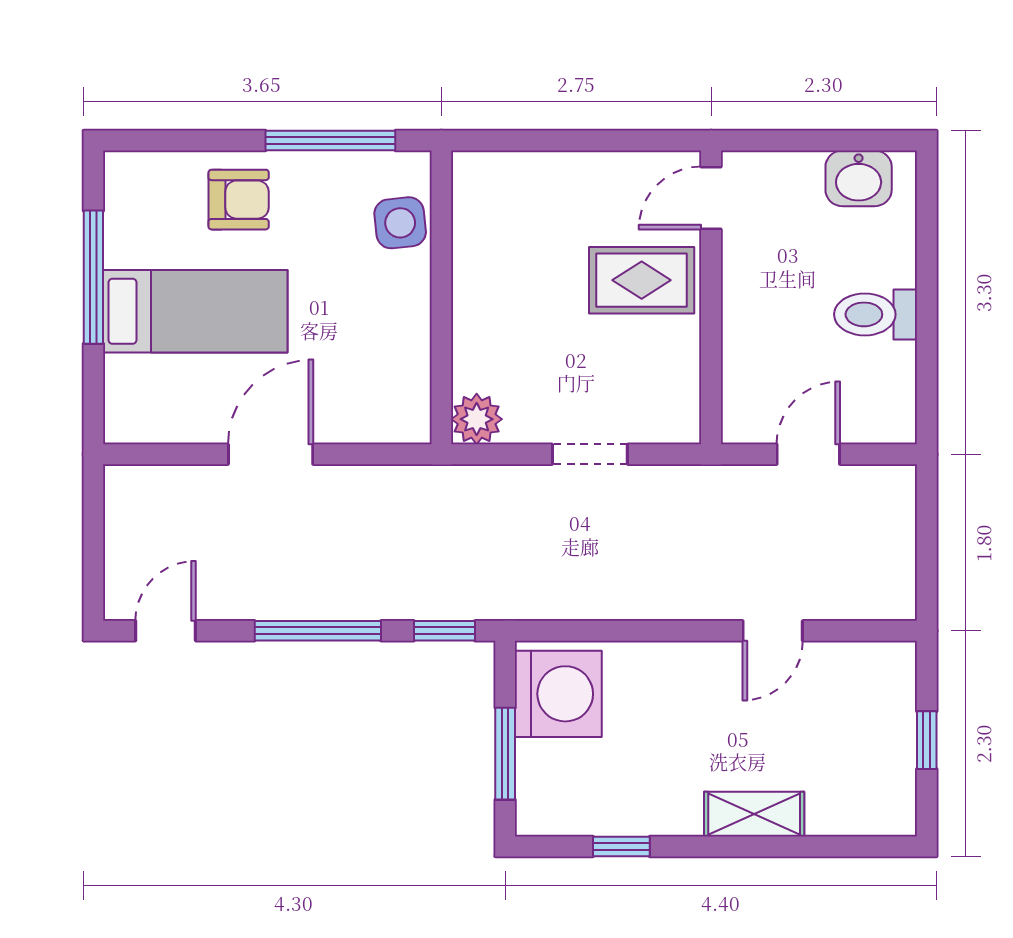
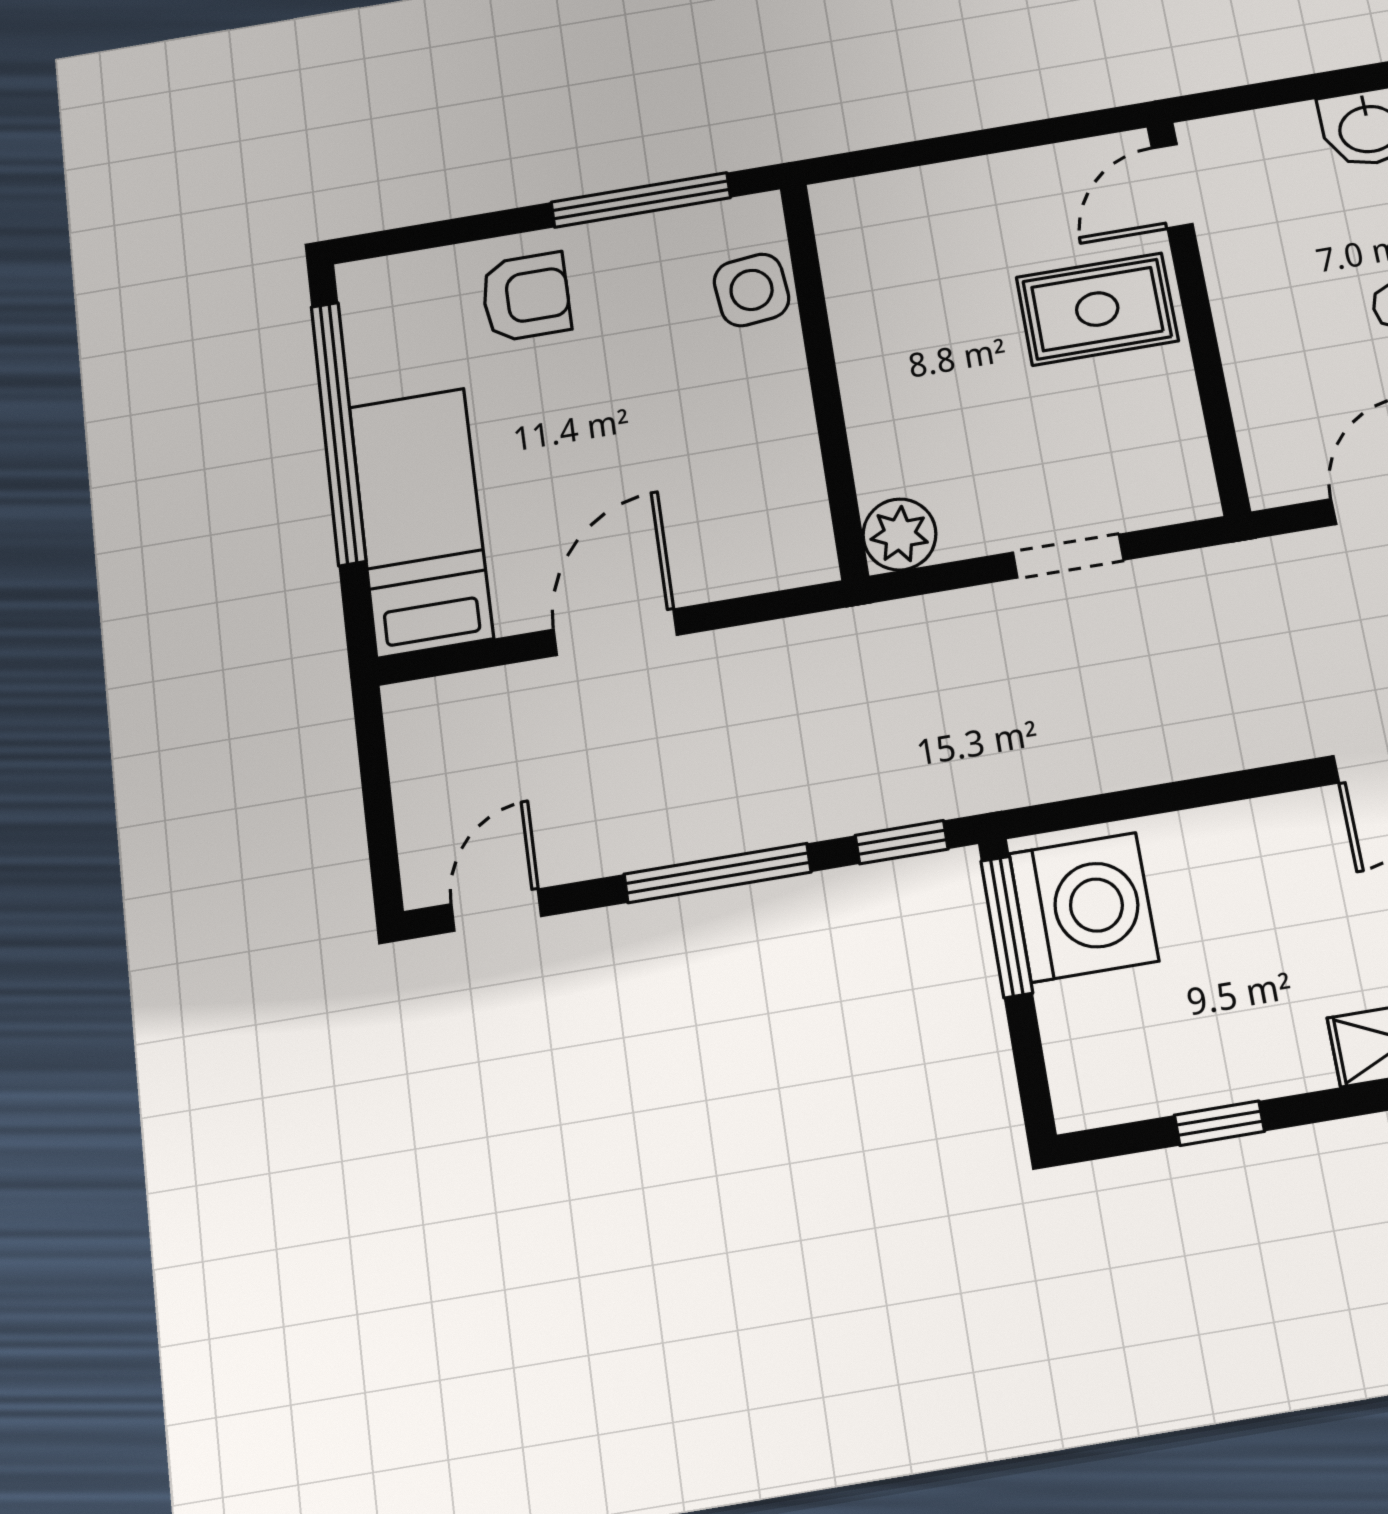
window: (93, 277) -> (338, 433), width x1.46
bed: (195, 311) -> (421, 522), moved, turned -90
window: (505, 754) -> (1007, 927), moved

